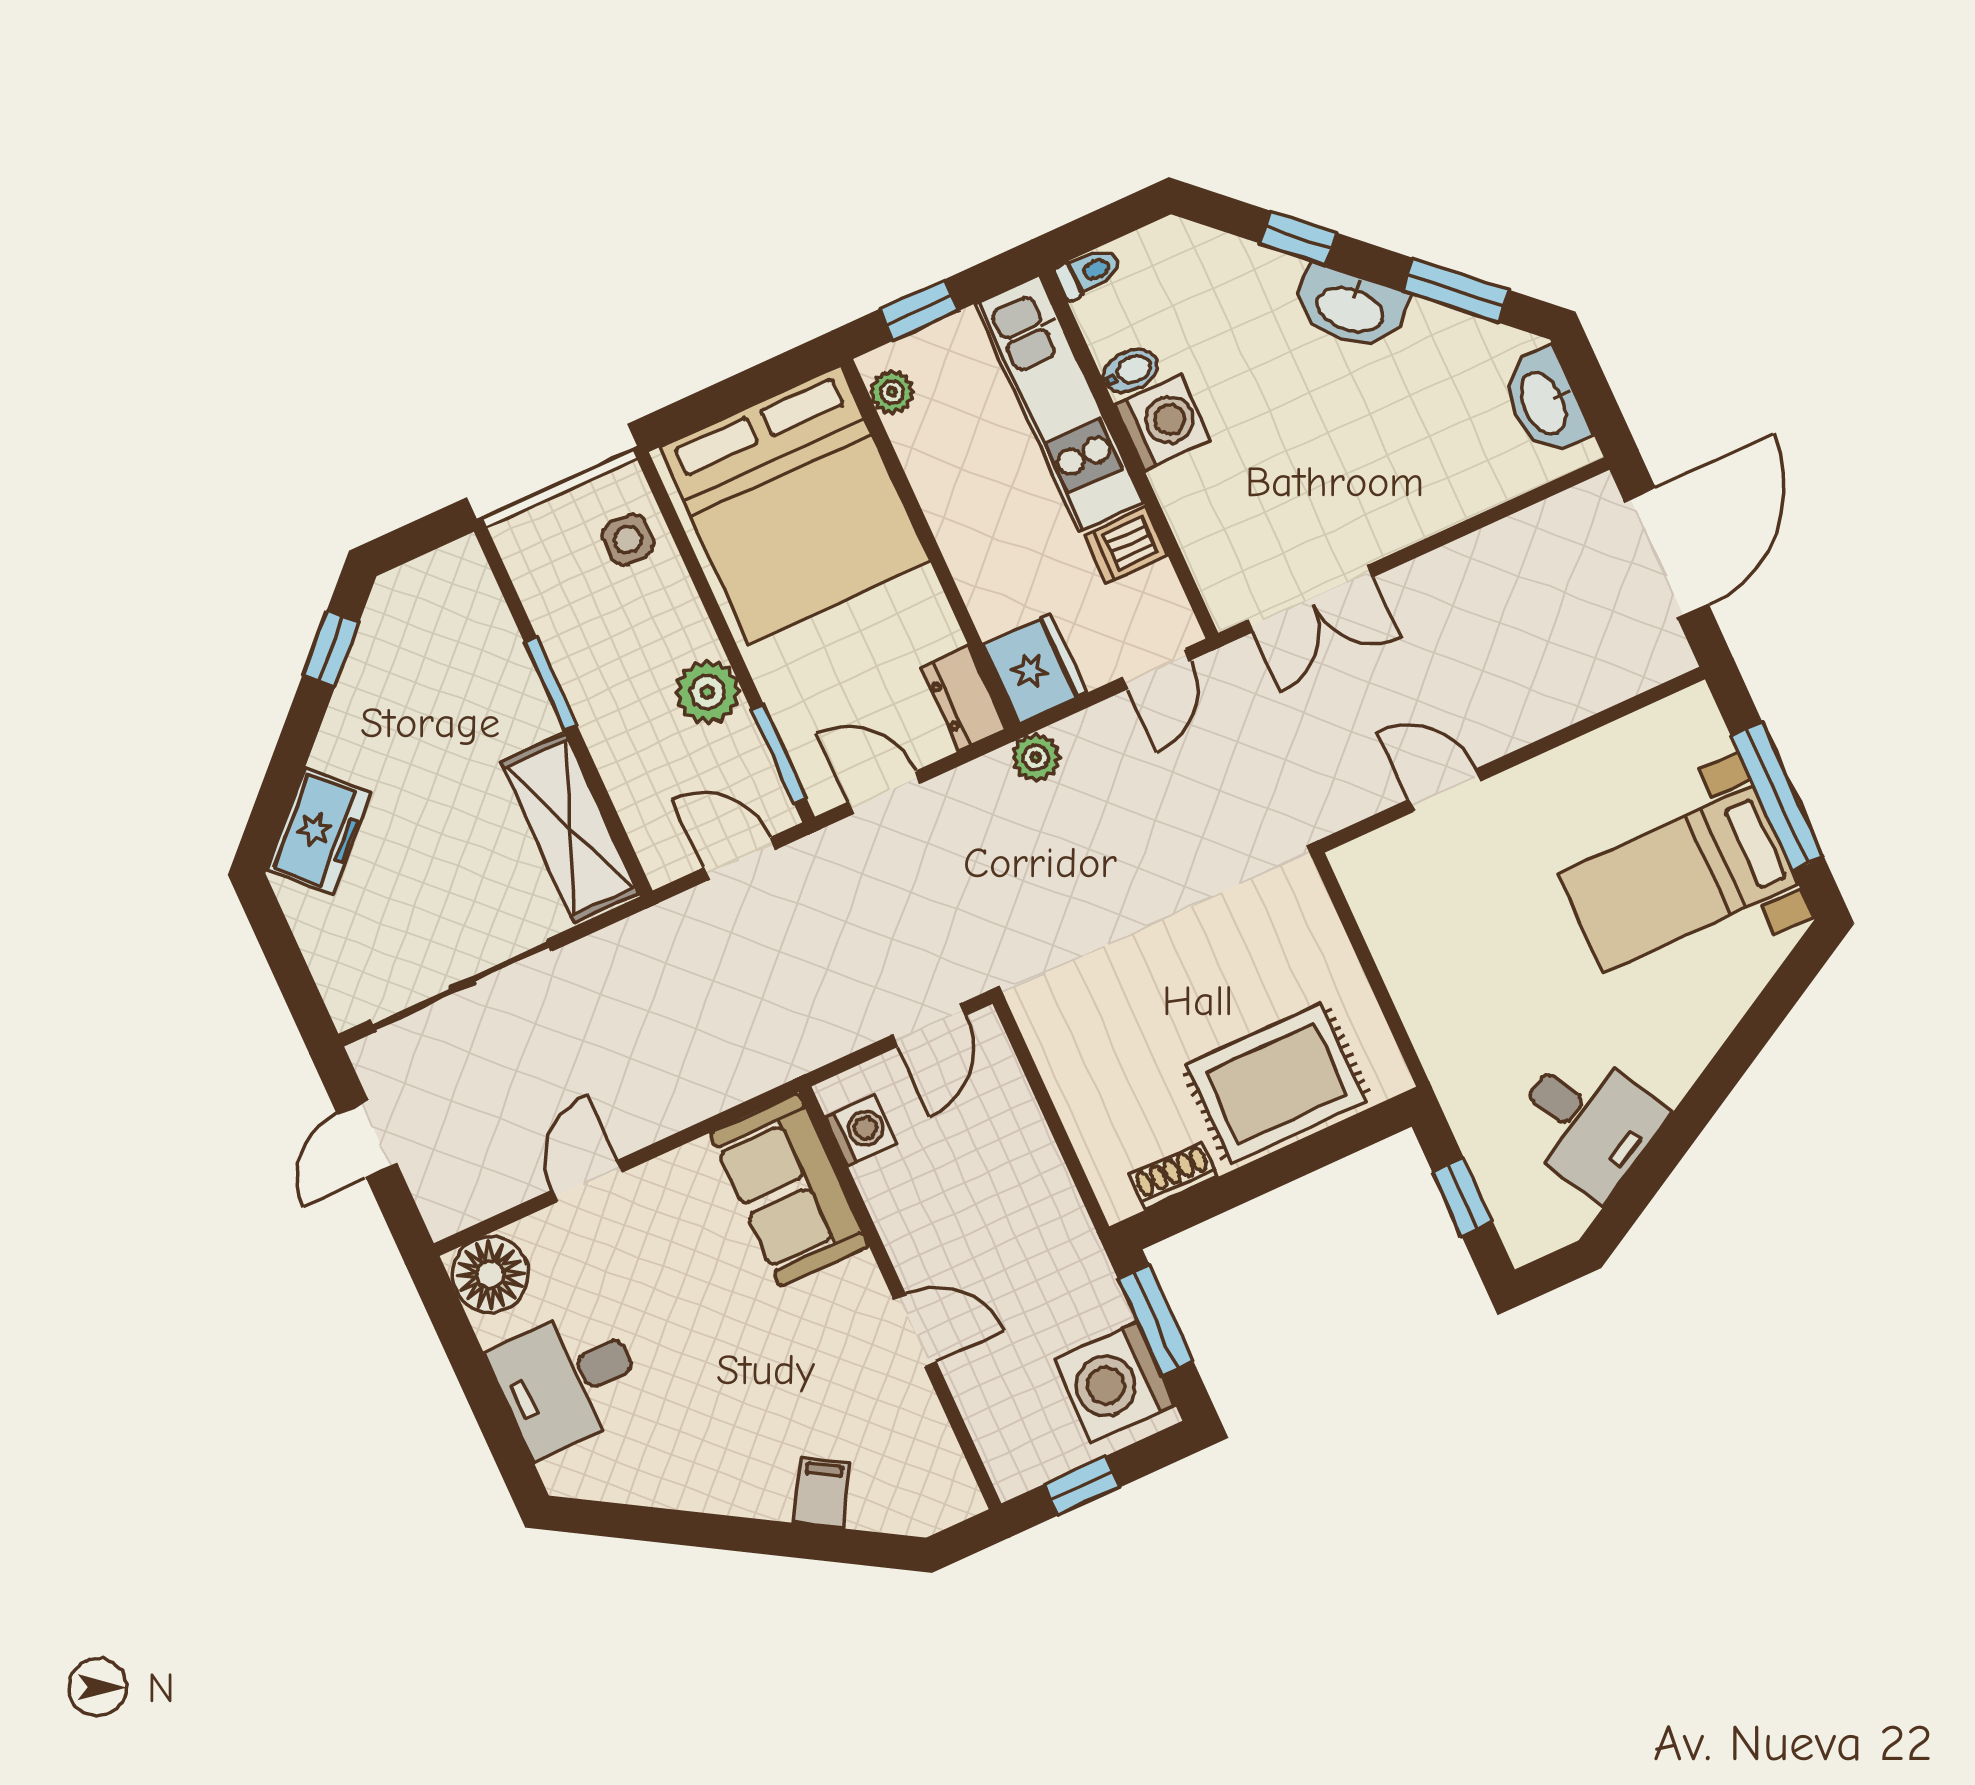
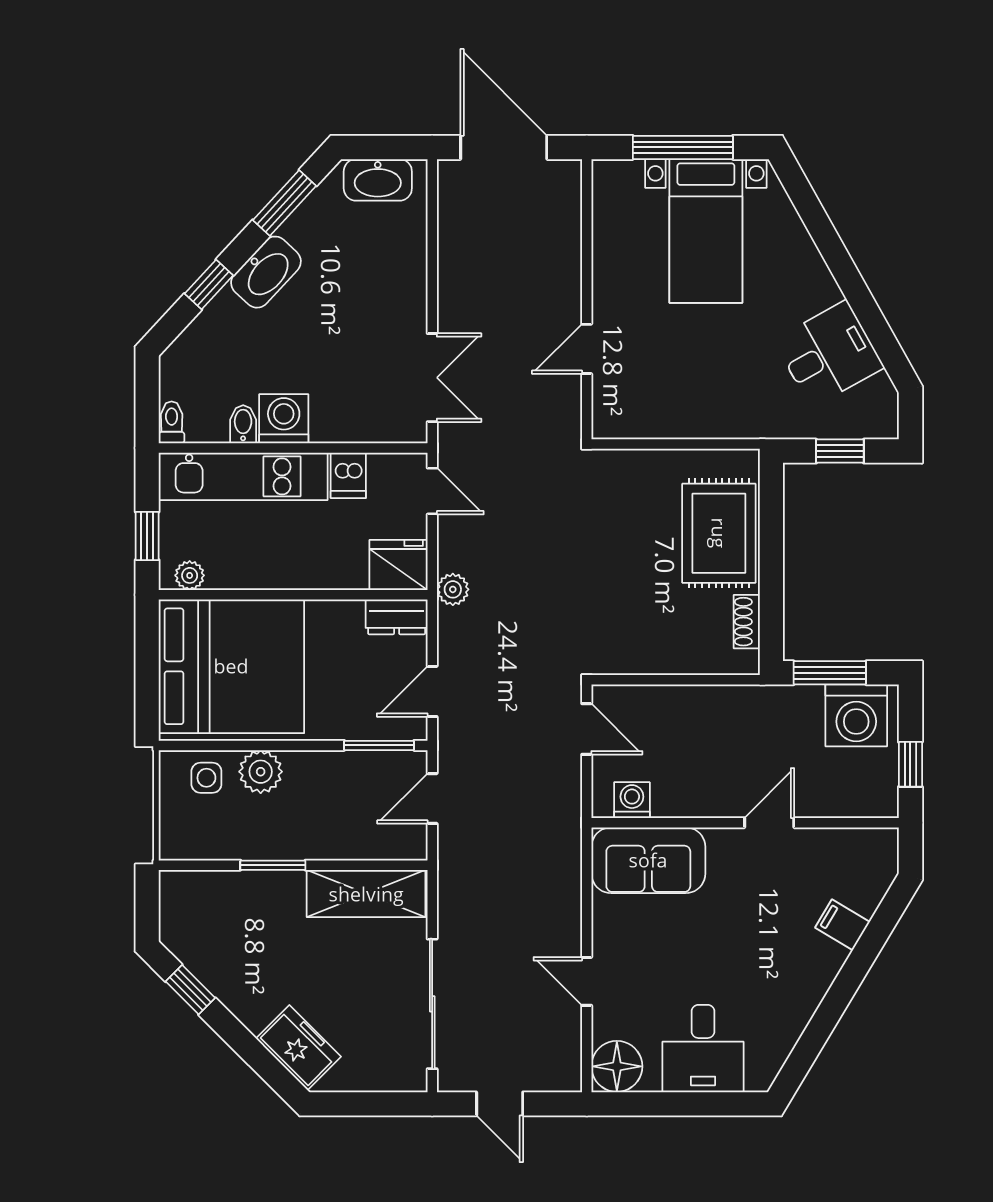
plant: (708, 692) -> (261, 772), moved

